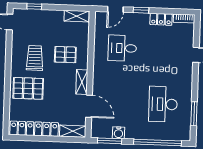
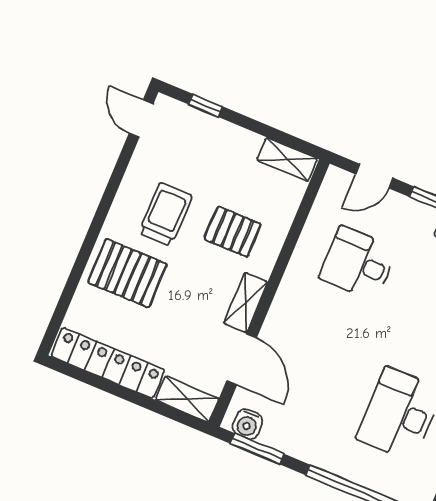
water cooler: (119, 133) -> (247, 424), moved

